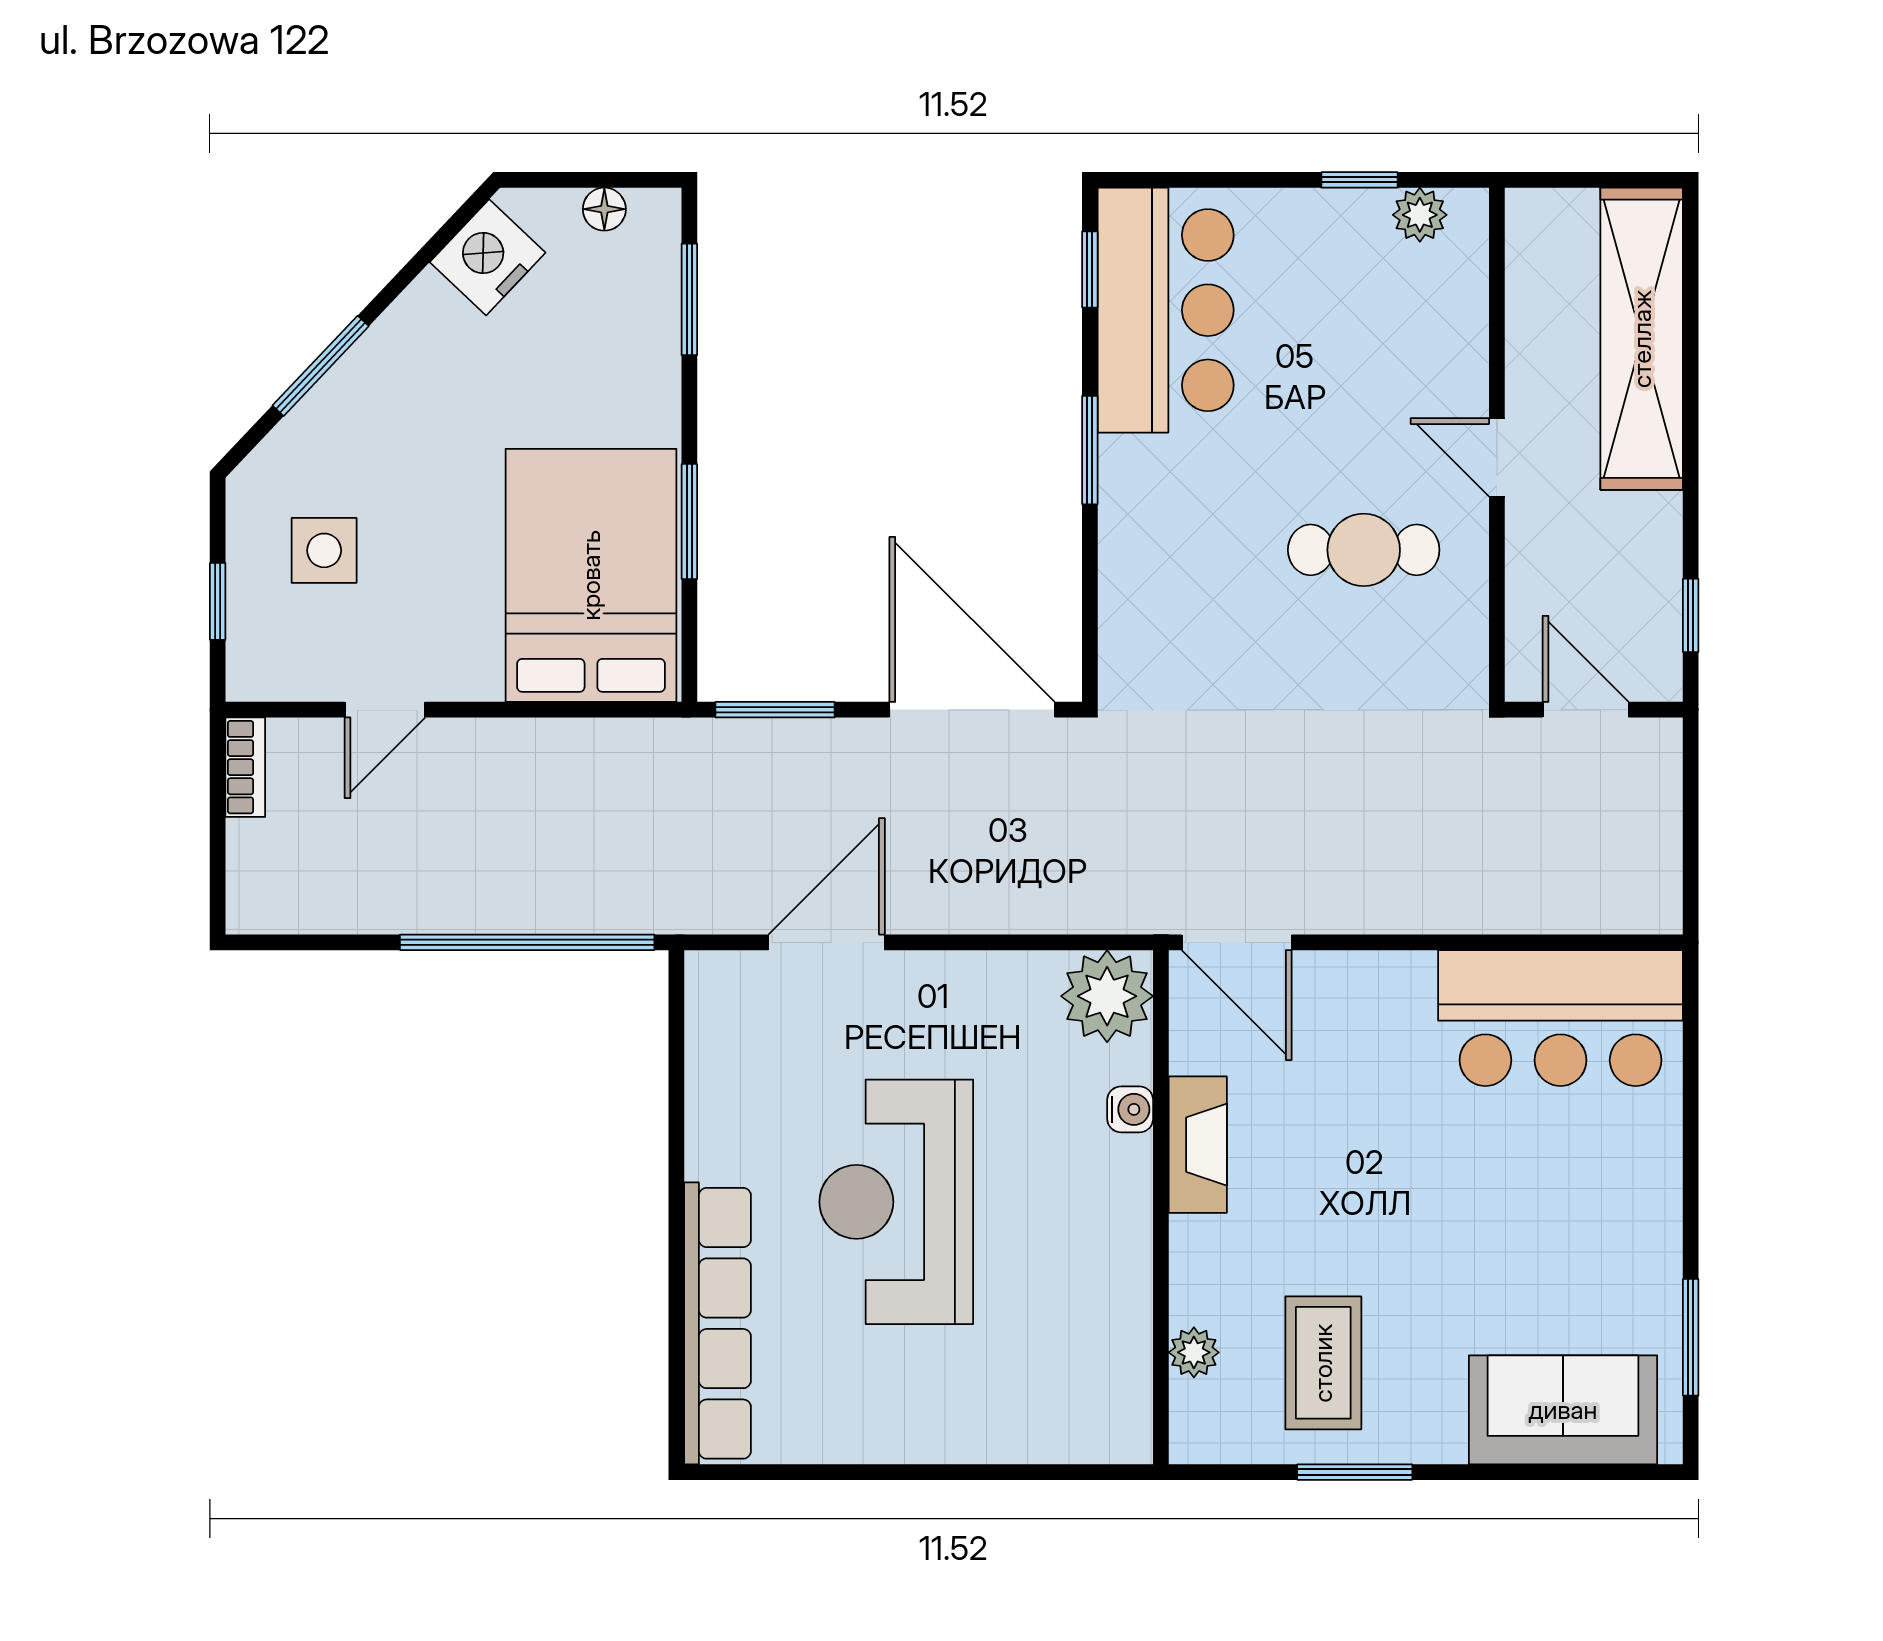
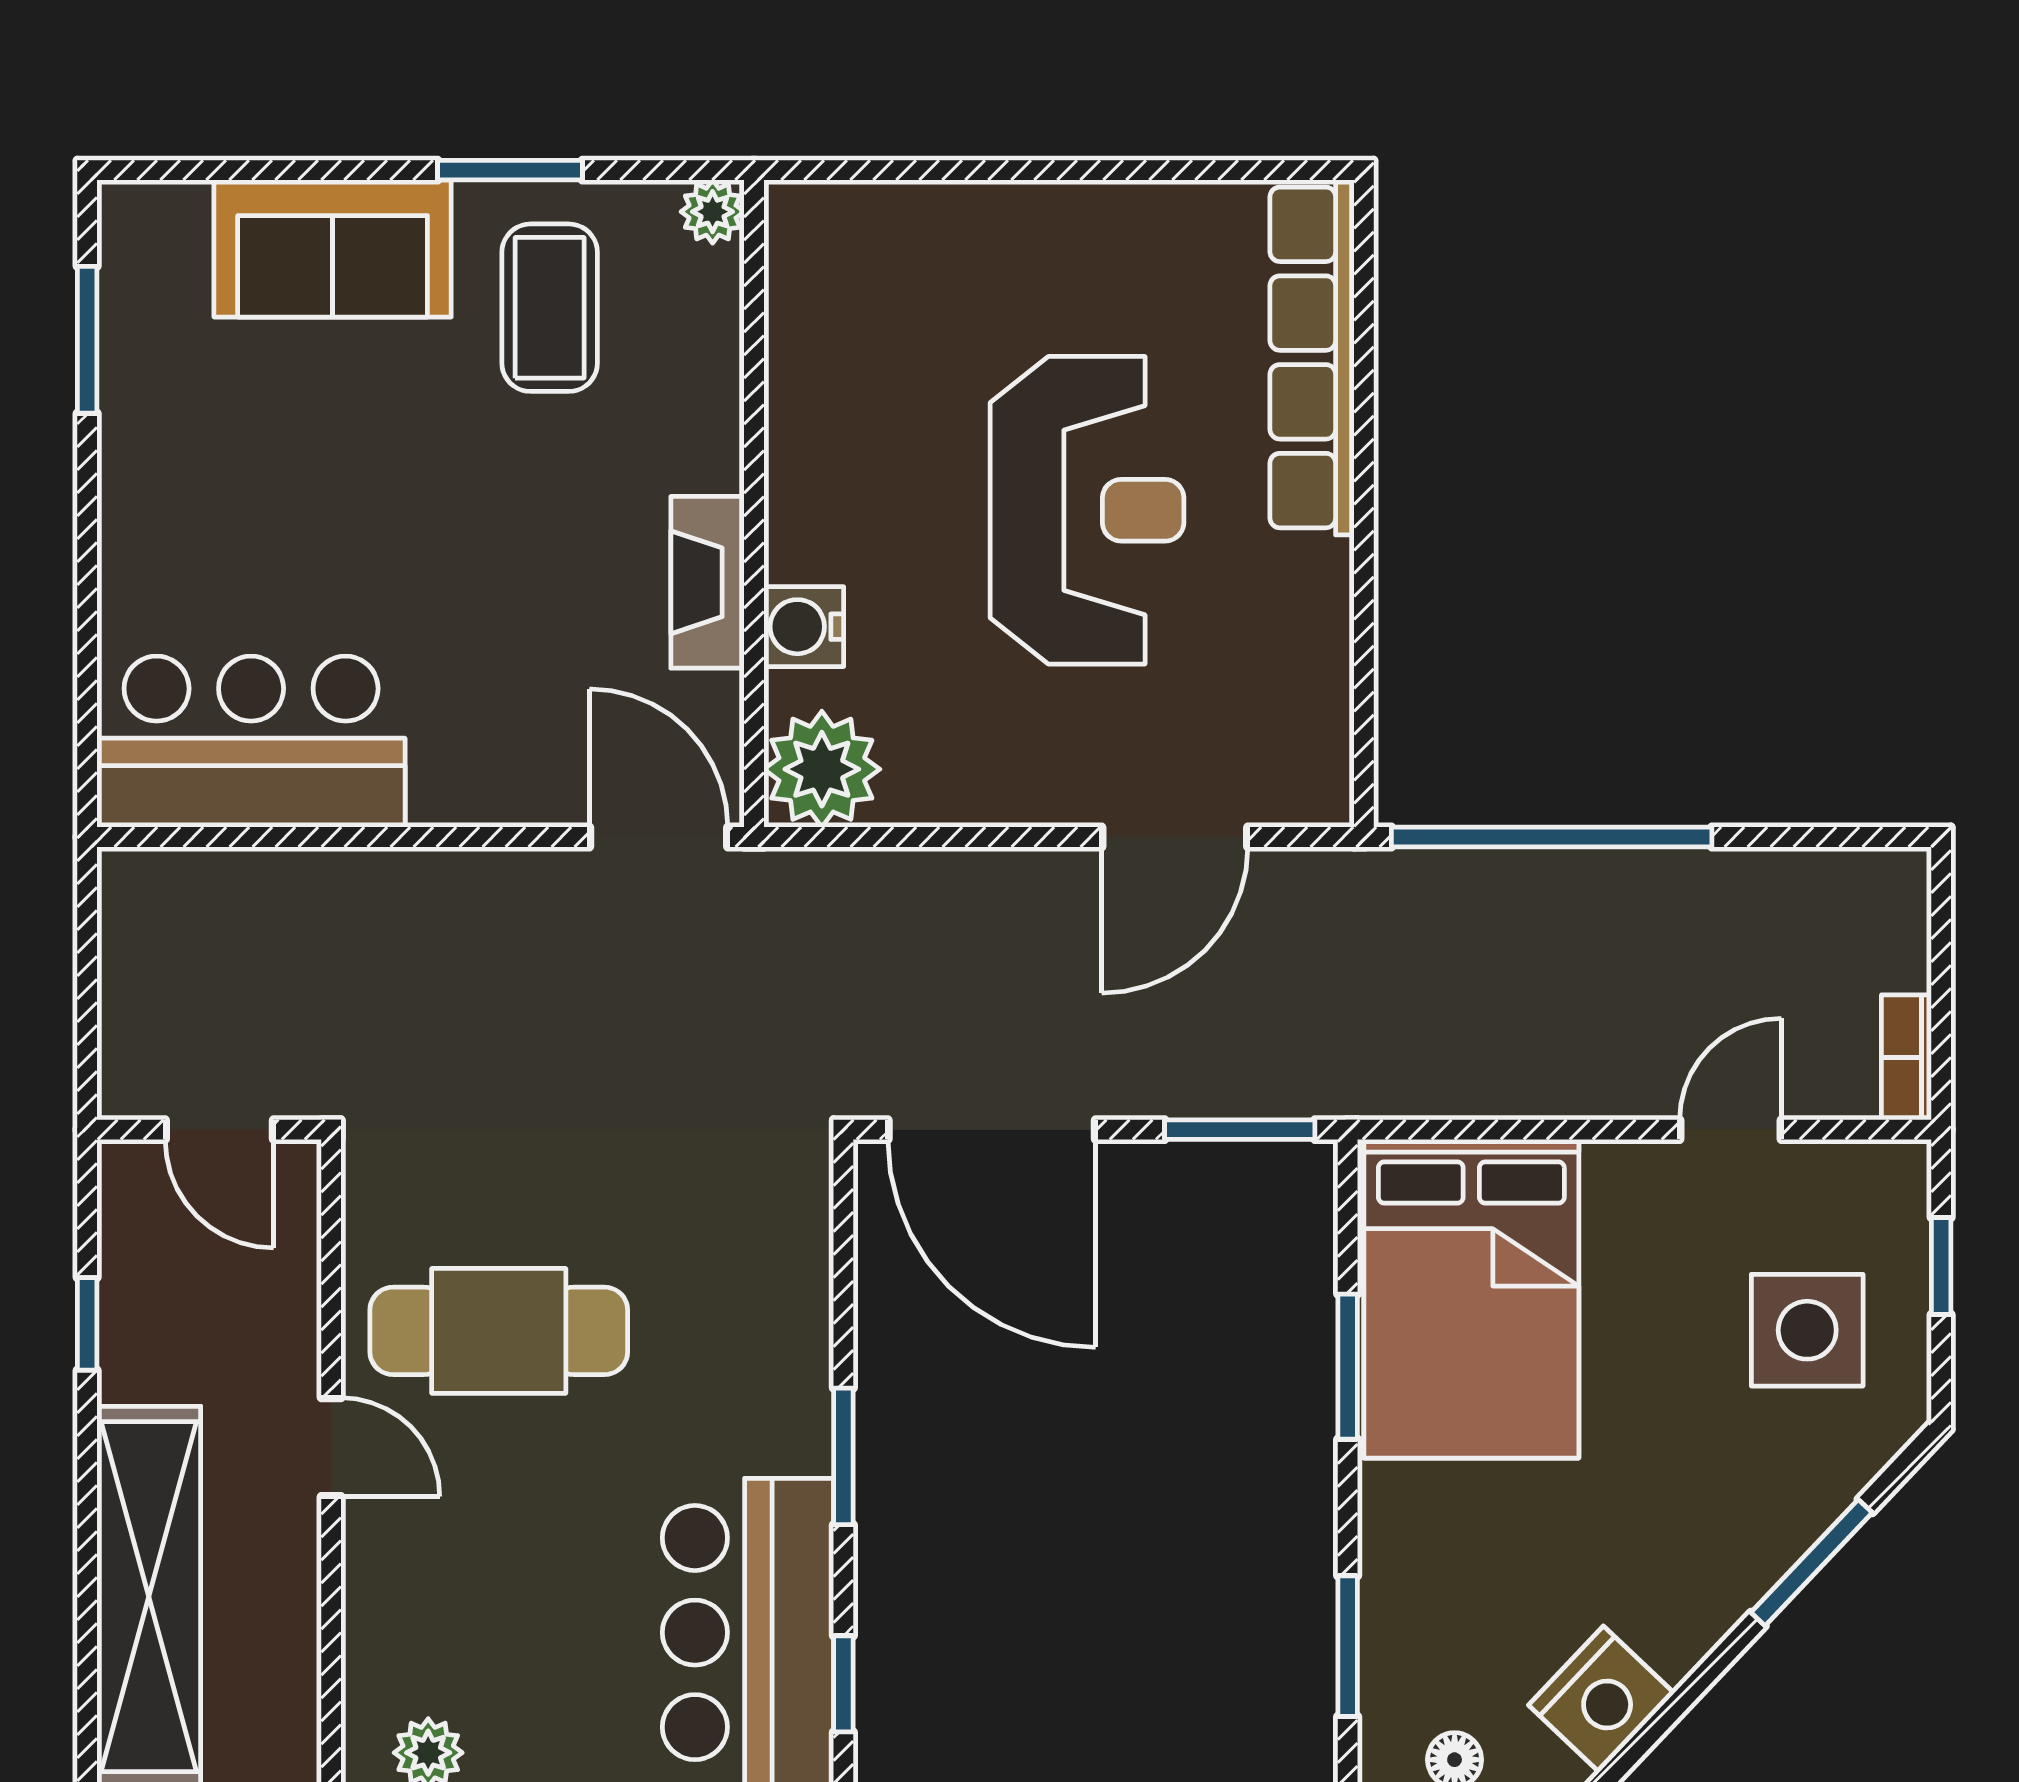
side table: (324, 550) -> (1807, 1330), width x1.37, depth x1.37
cafe table: (1364, 550) -> (499, 1331), width x1.37, depth x1.35
window: (1691, 615) -> (87, 1324), moved
water cooler: (1130, 1109) -> (804, 627), width x1.38, depth x1.38
plant: (1194, 1352) -> (713, 212), moved
sofa: (1563, 1410) -> (333, 249), moved

